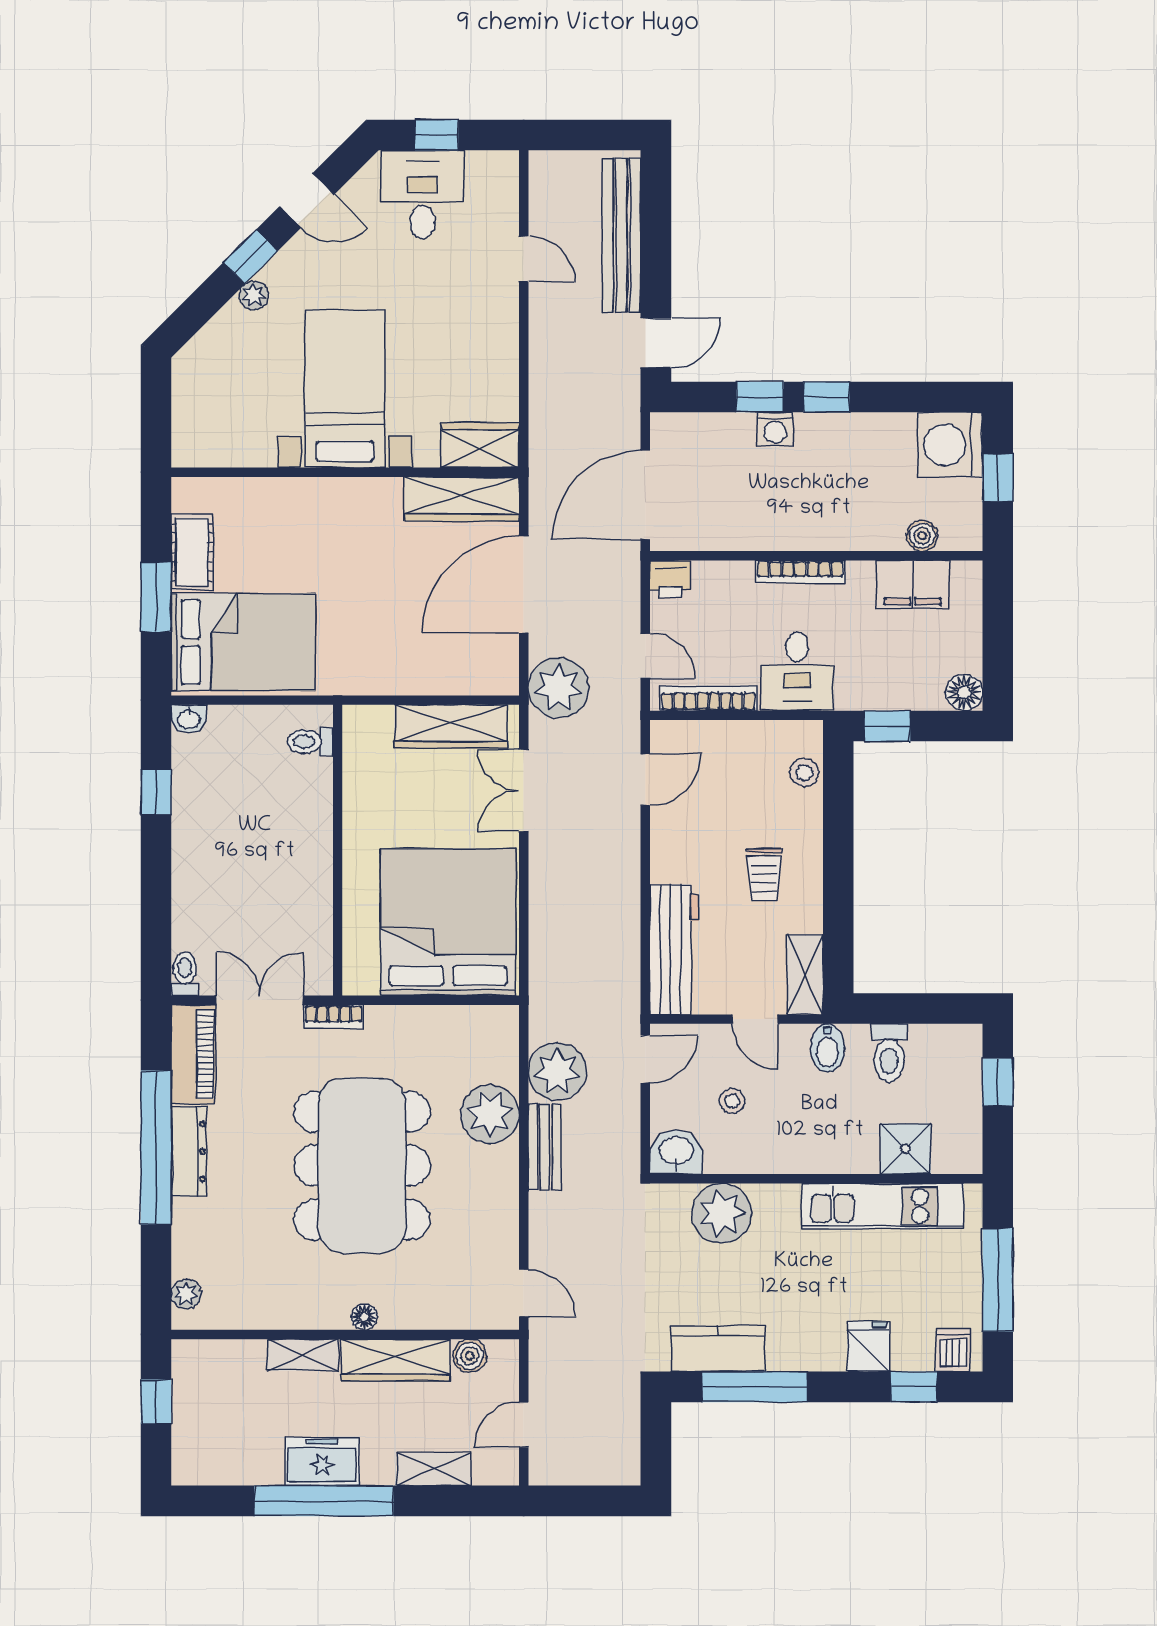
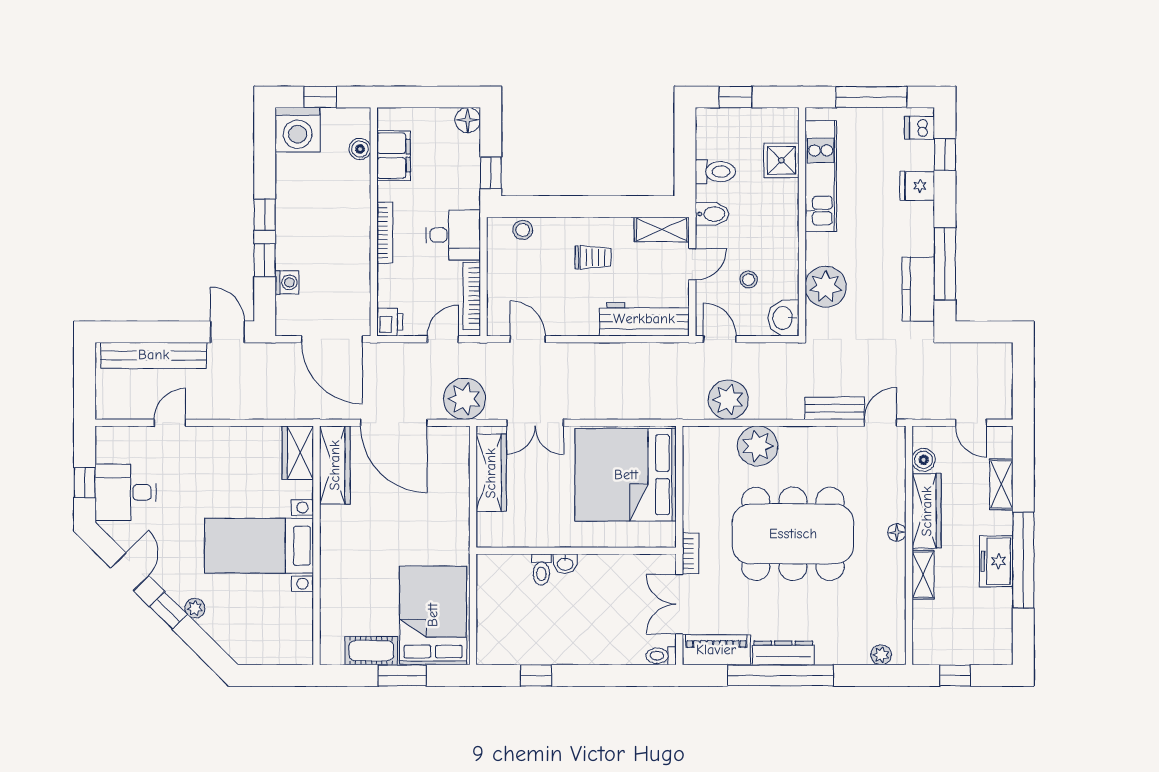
washing machine: (775, 429) -> (287, 282), moved
washbasin: (189, 719) -> (565, 564), moved, turned 90
toilet: (310, 742) -> (541, 569), moved
bench: (545, 1147) -> (835, 408), moved

